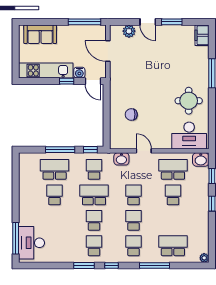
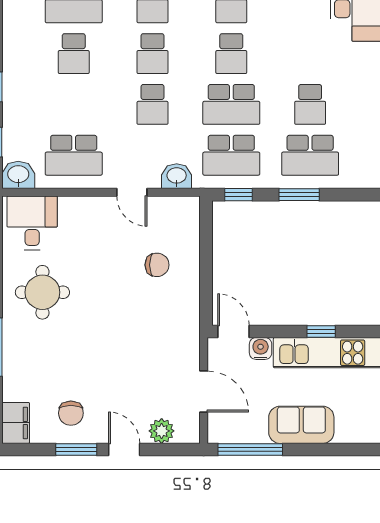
sofa: (40, 34) -> (301, 425), moved
chair: (174, 40) -> (71, 413), added
window: (67, 81) -> (321, 332), moved
desk: (189, 136) -> (32, 223), width x0.73
window: (60, 150) -> (299, 195), width x0.69
school desk: (94, 169) -> (231, 155), width x1.85
school desk: (173, 195) -> (74, 54), moved

